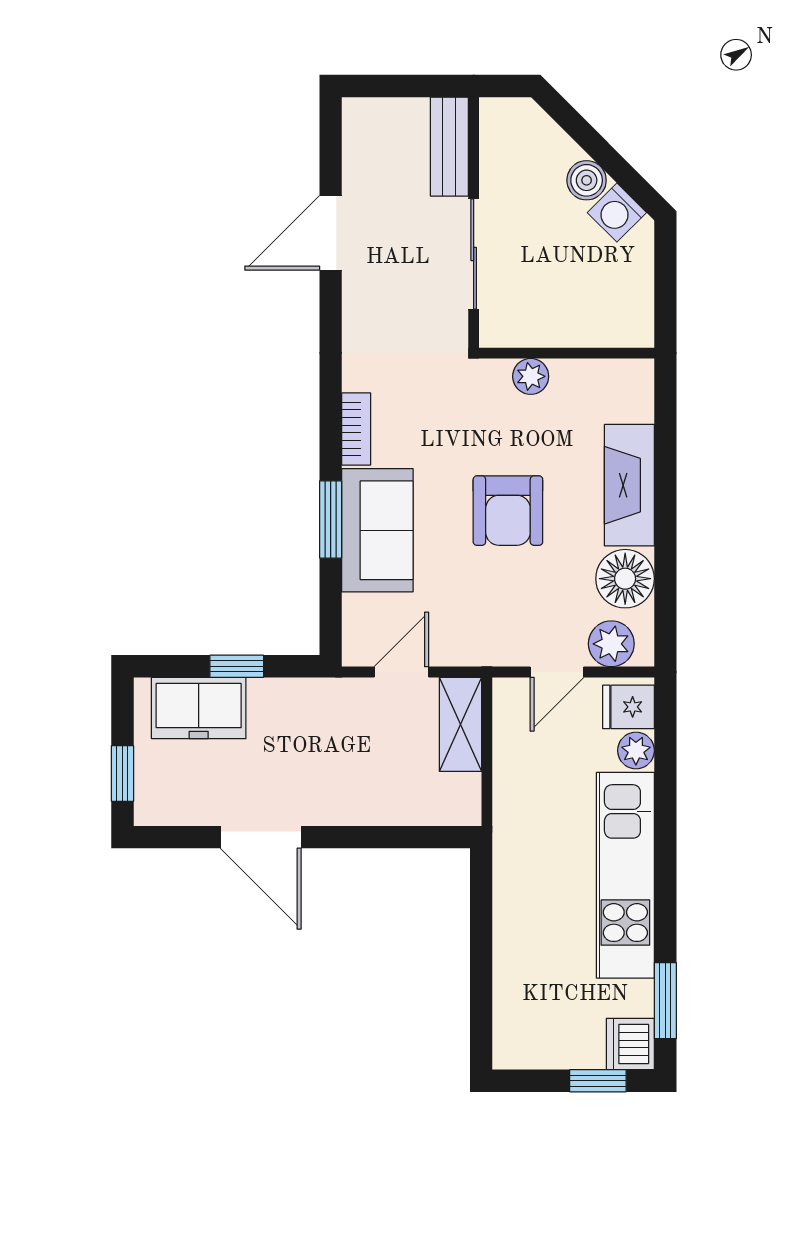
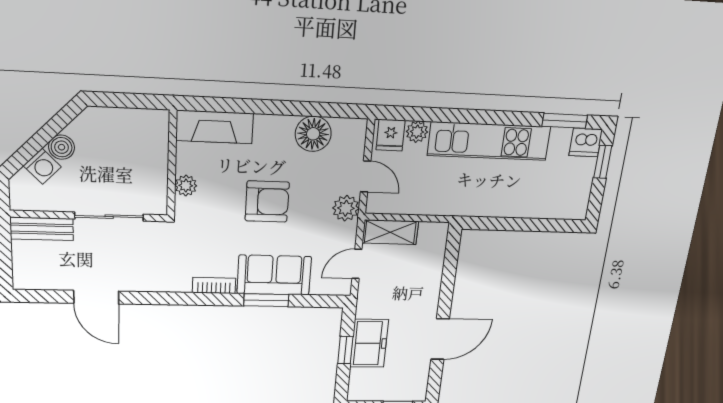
washing machine: (617, 213) -> (42, 166), moved
fireplace: (629, 485) -> (215, 127), moved
plant: (611, 644) -> (346, 208), moved
door: (401, 672) -> (357, 264), hinge flipped
freezer: (199, 708) -> (369, 343), moved

